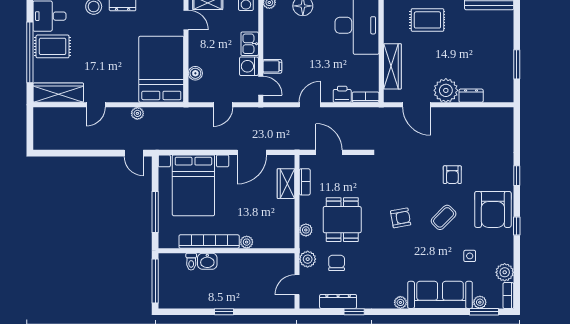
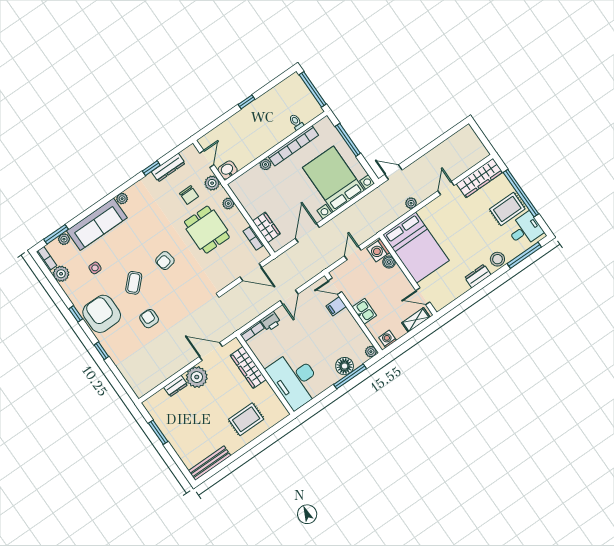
washing machine: (249, 66) -> (378, 250), moved, turned 180
washbasin: (207, 261) -> (228, 170), moved

